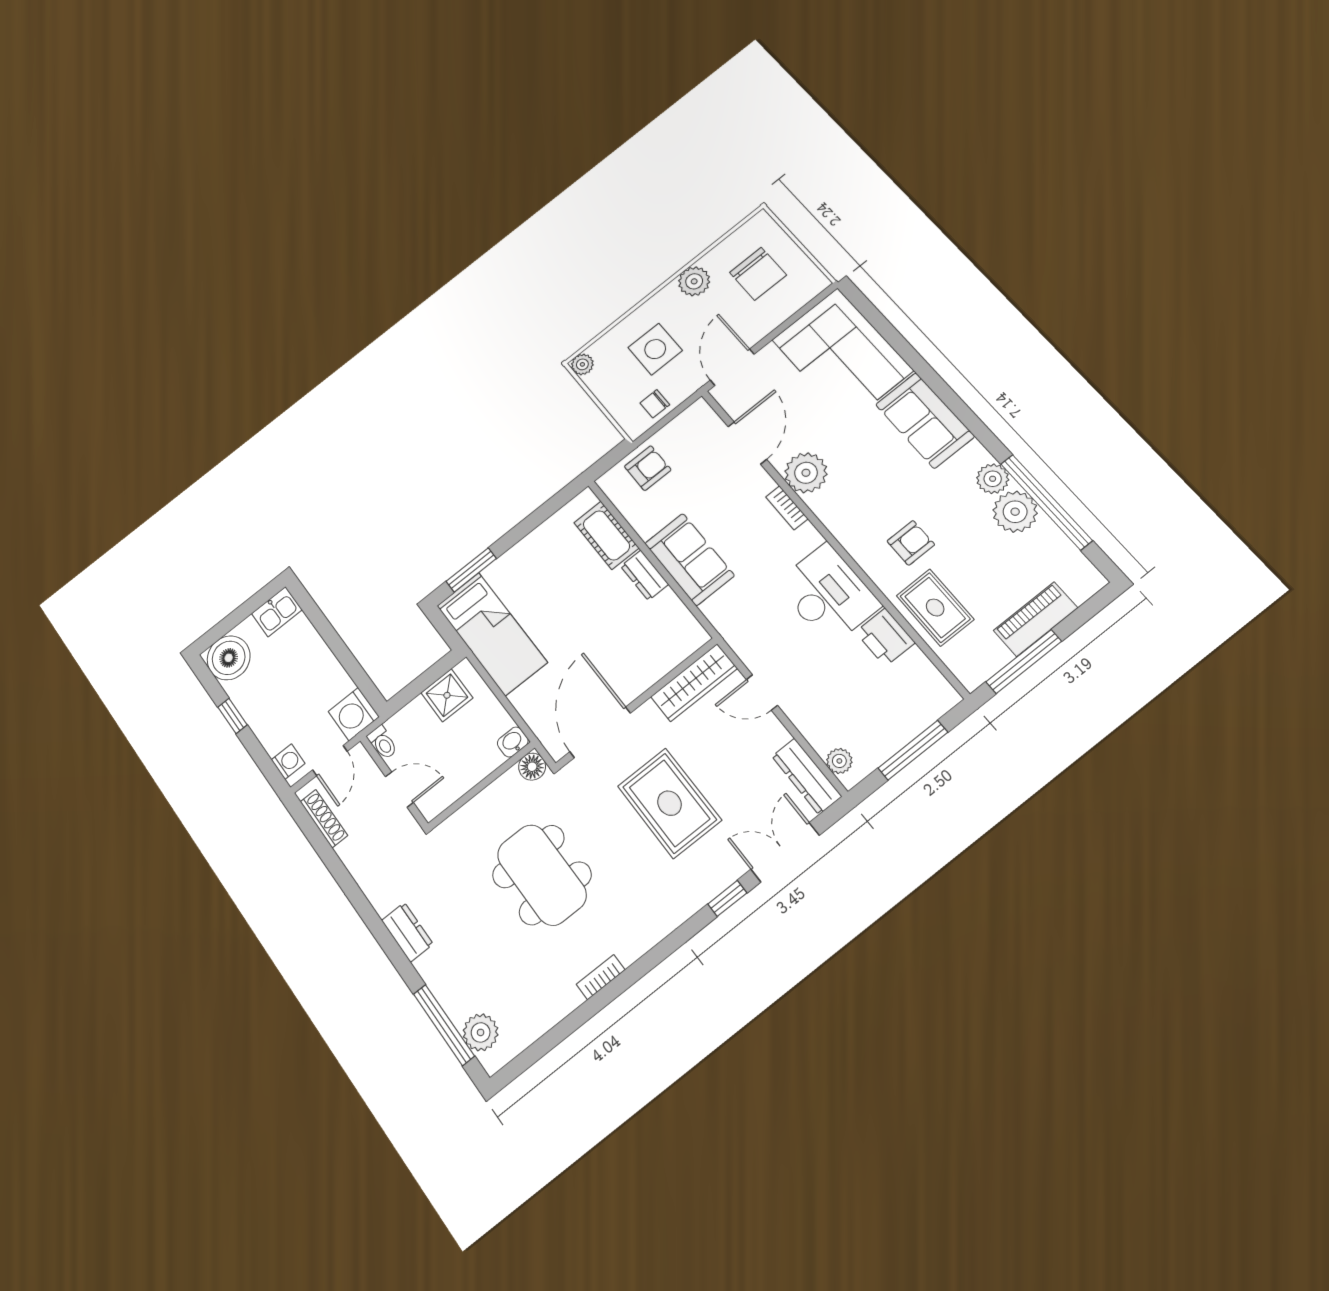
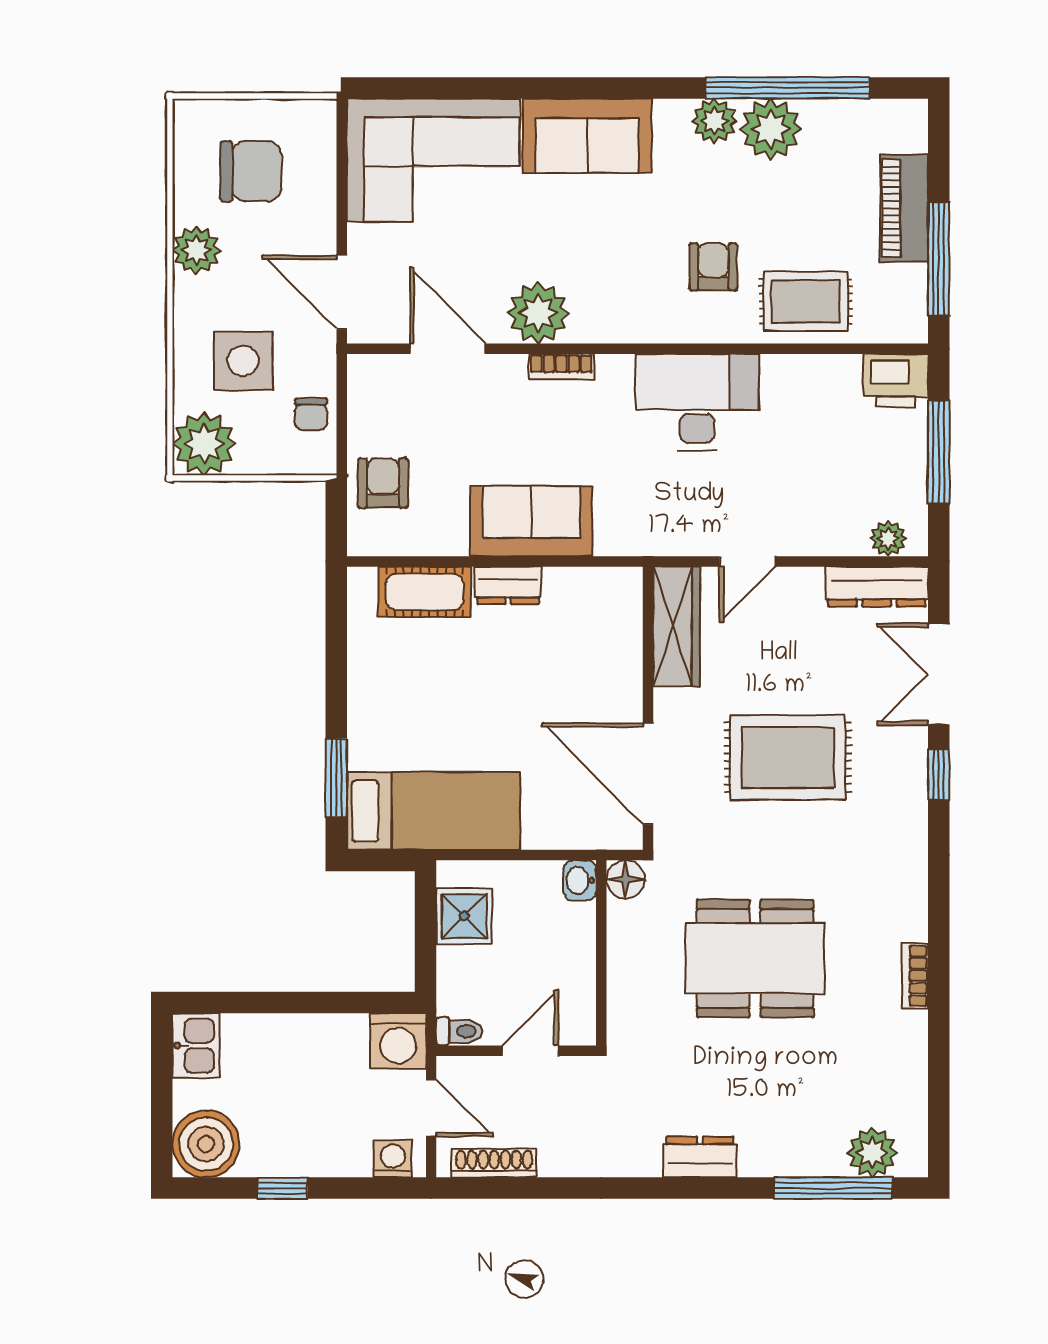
plant: (582, 364) -> (204, 444), width x1.88, depth x1.88
printer: (885, 637) -> (896, 381), moved

